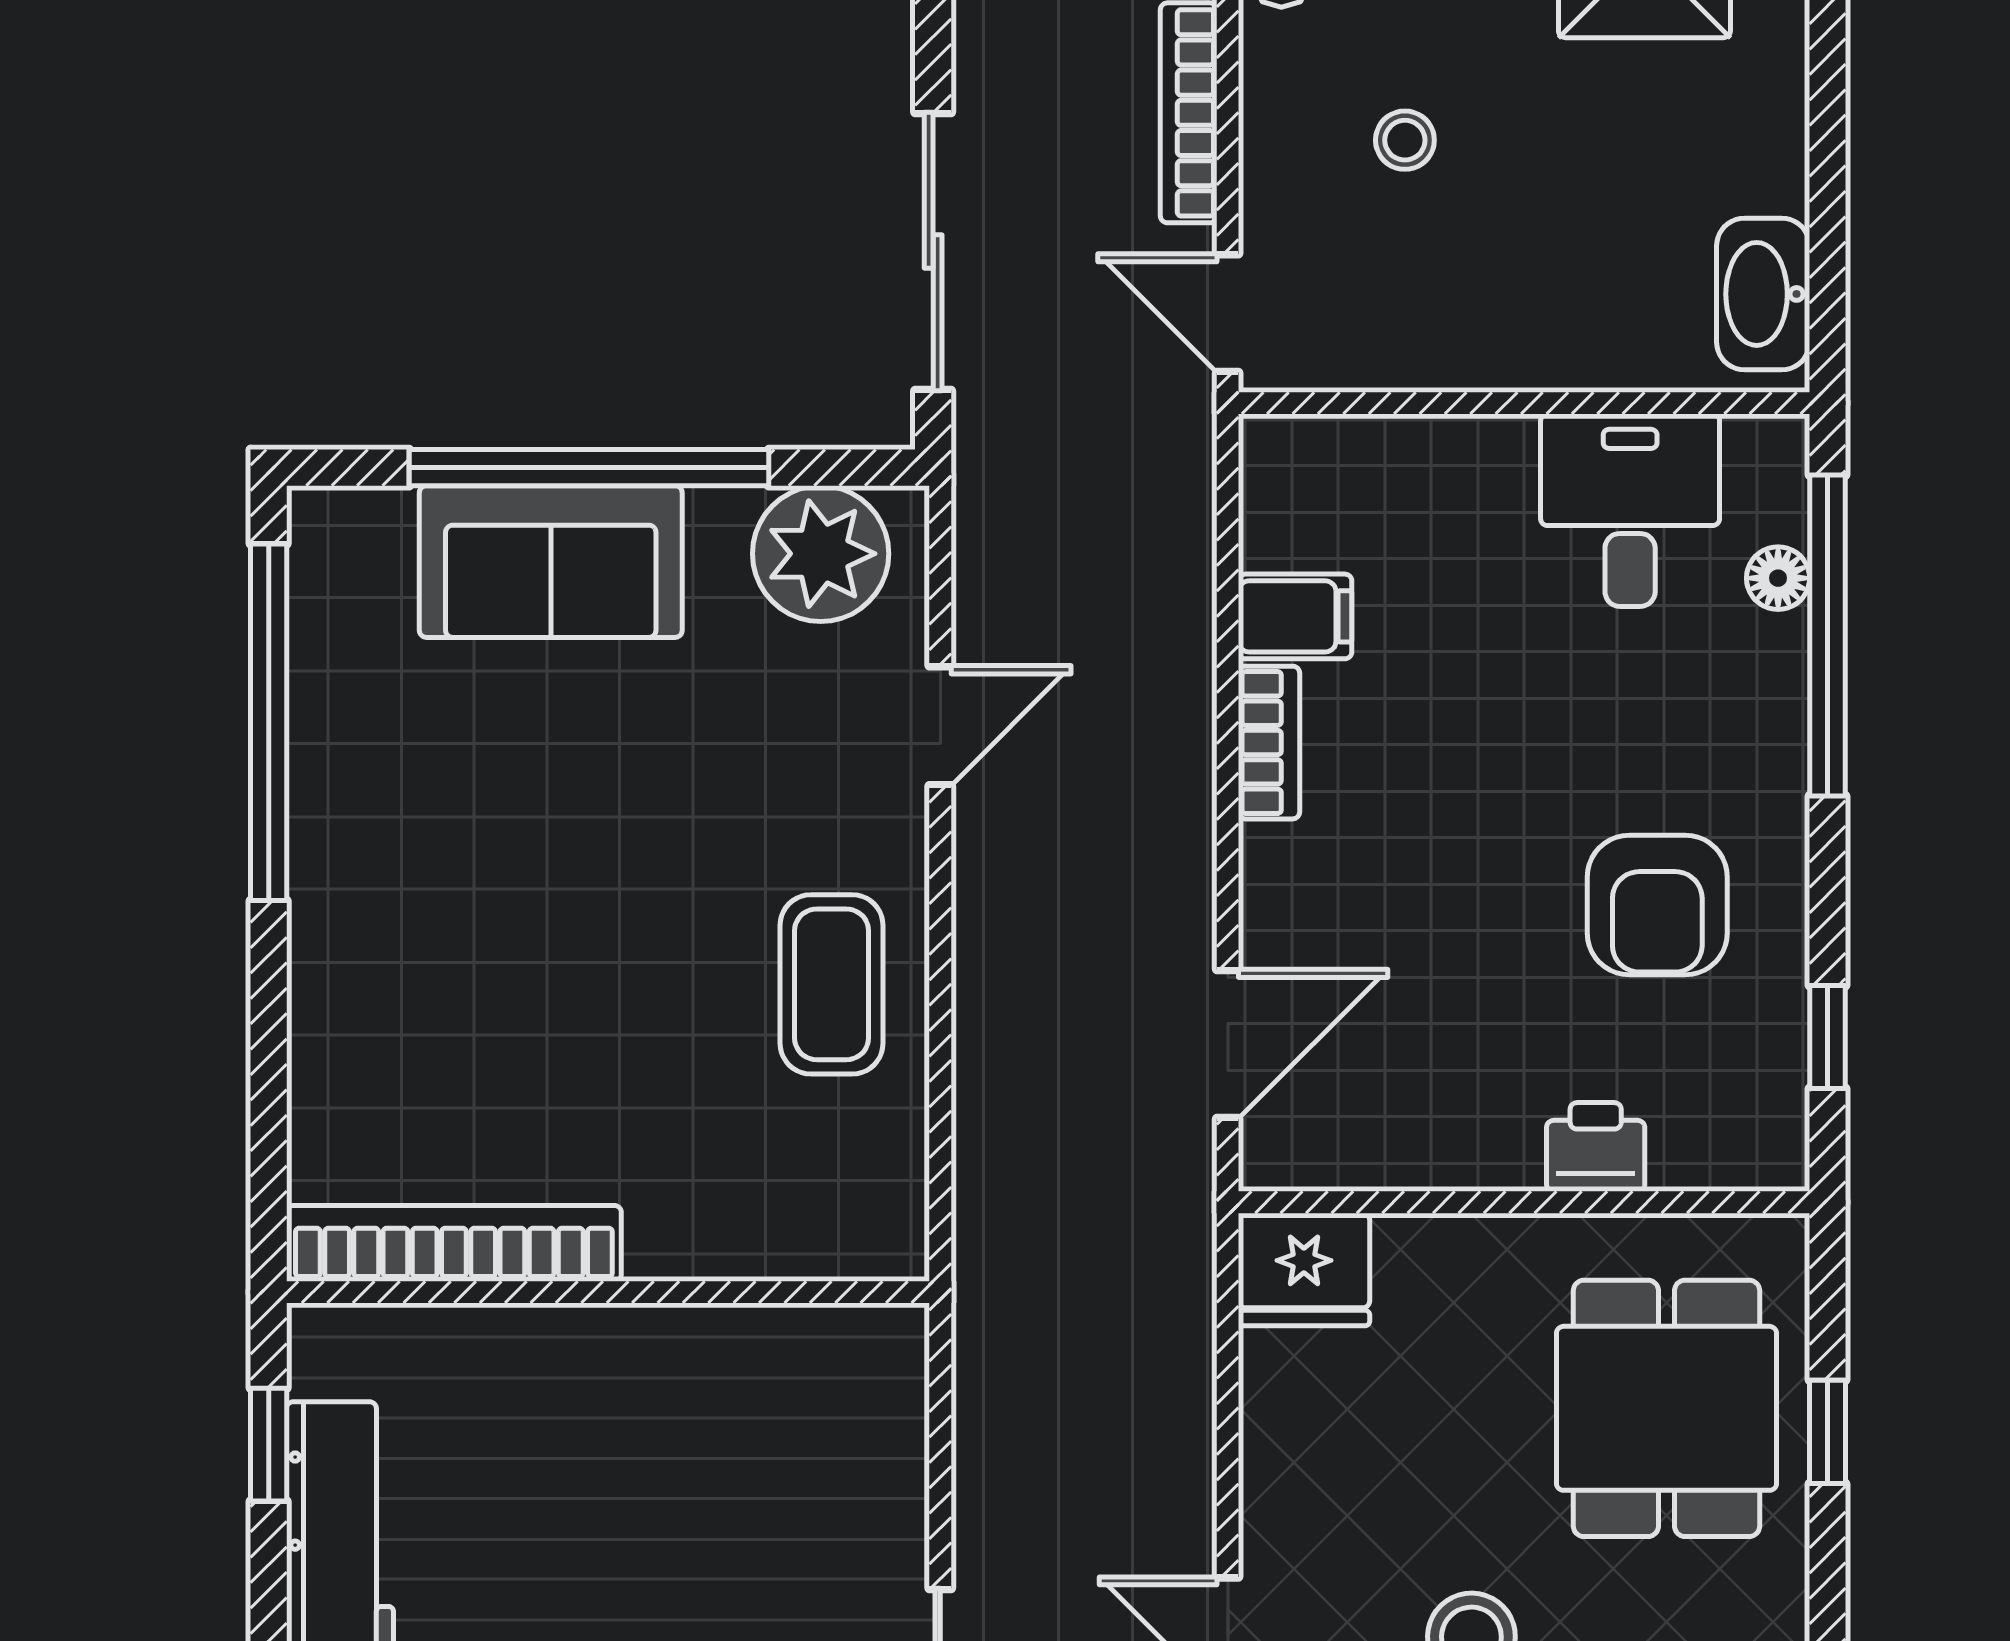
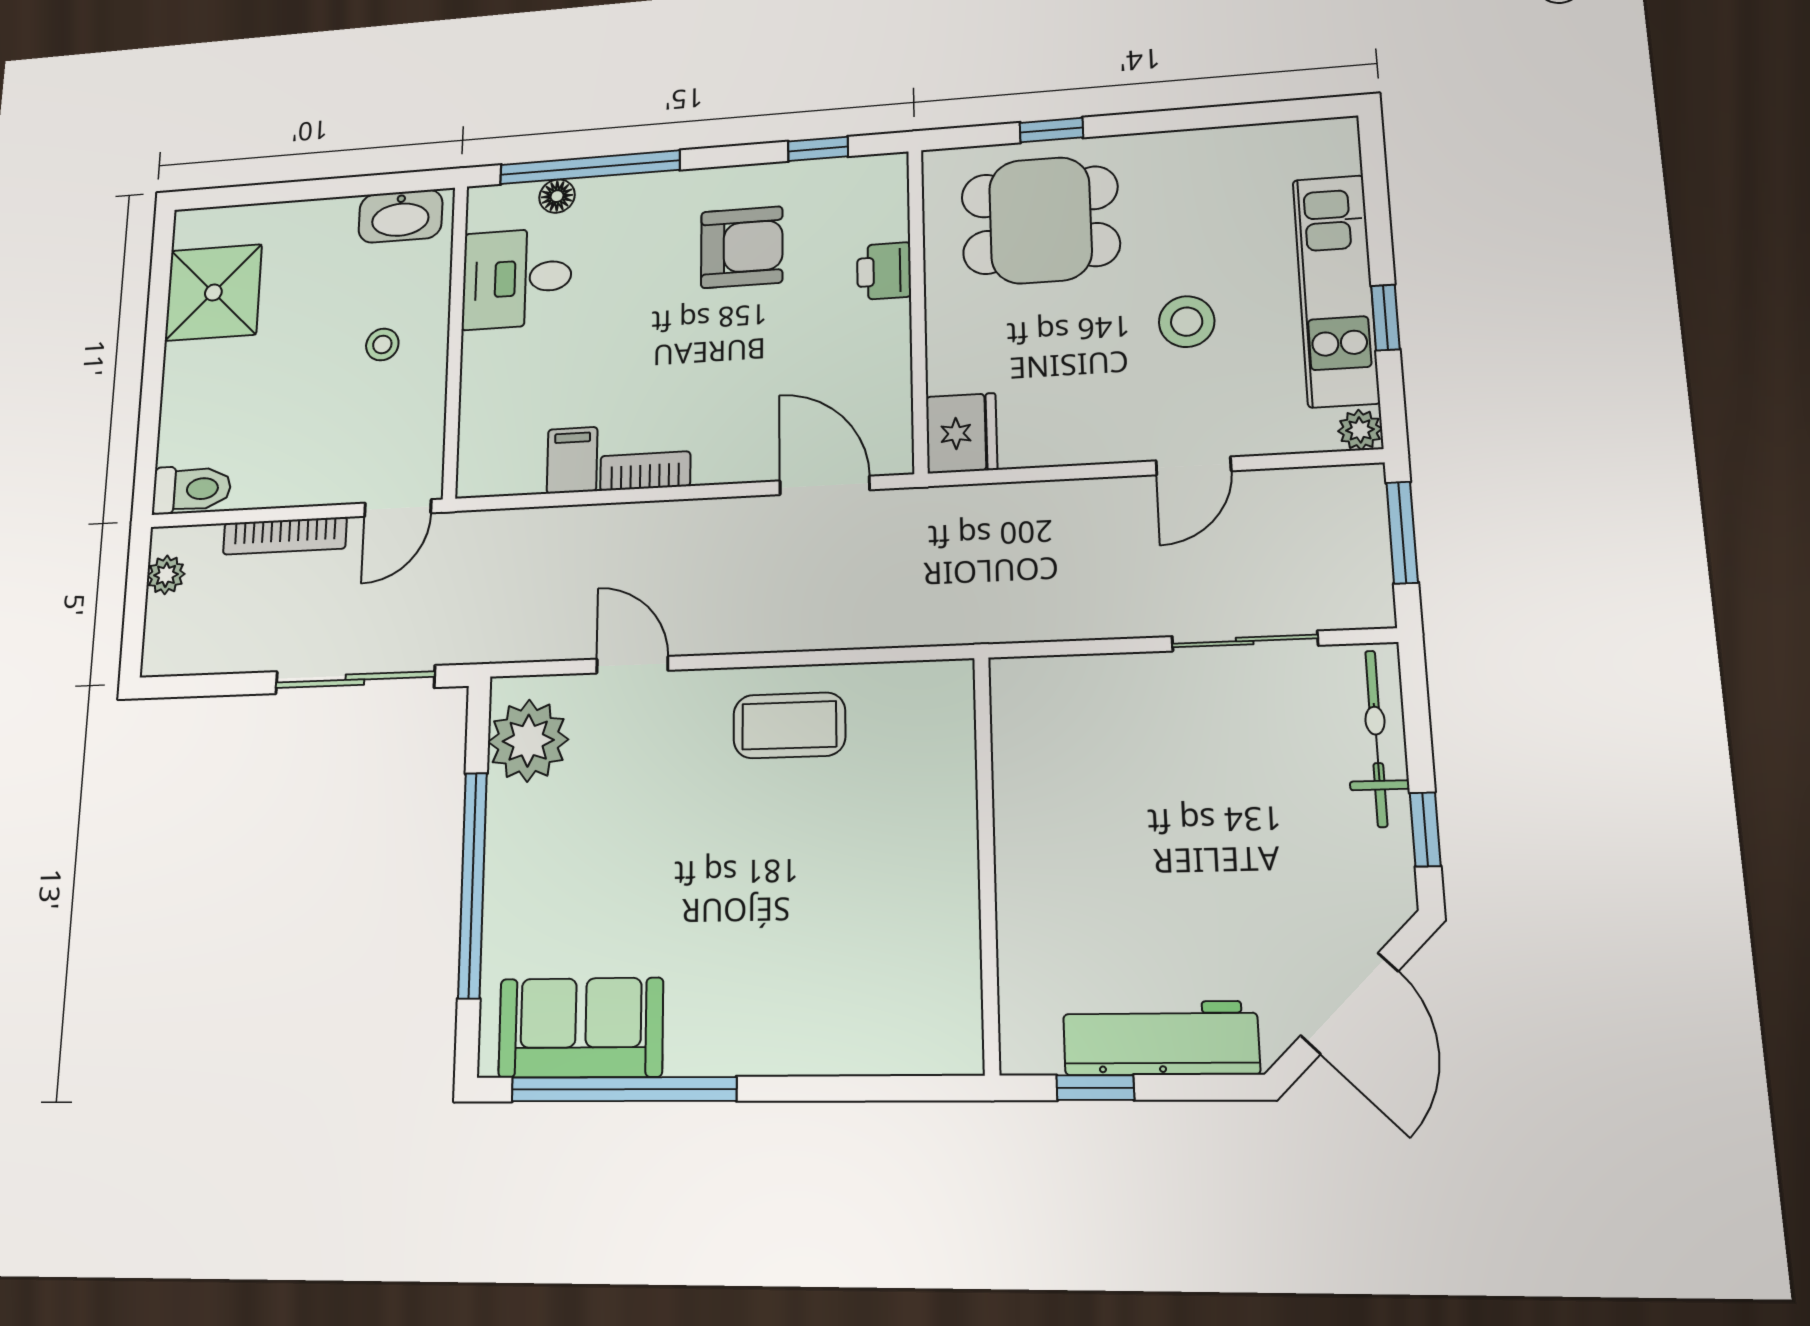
stool: (1405, 140) -> (382, 345), moved
sofa: (551, 562) -> (581, 1028), moved, turned -90
bookcase: (454, 1243) -> (957, 963), removed

